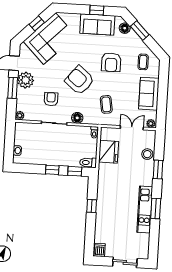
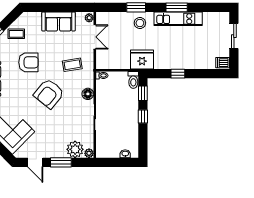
coffee table: (143, 62) -> (16, 34), moved
plant: (26, 80) -> (75, 149), moved
armchair: (51, 99) -> (70, 122), removed
double door: (132, 128) -> (95, 37), swing flipped
fridge: (109, 152) -> (142, 60), moved
stool: (147, 154) -> (140, 23), moved

